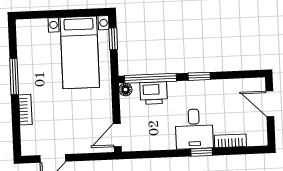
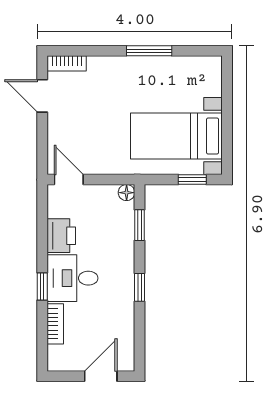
window: (151, 78) -> (140, 225), width x0.46
printer: (154, 93) -> (61, 236), moved, turned 180
bookcase: (25, 110) -> (67, 63), moved

